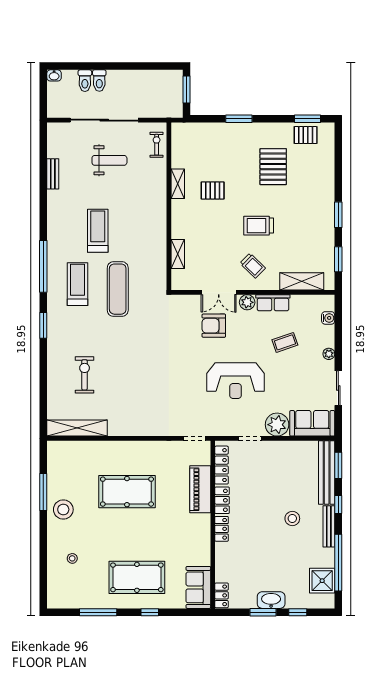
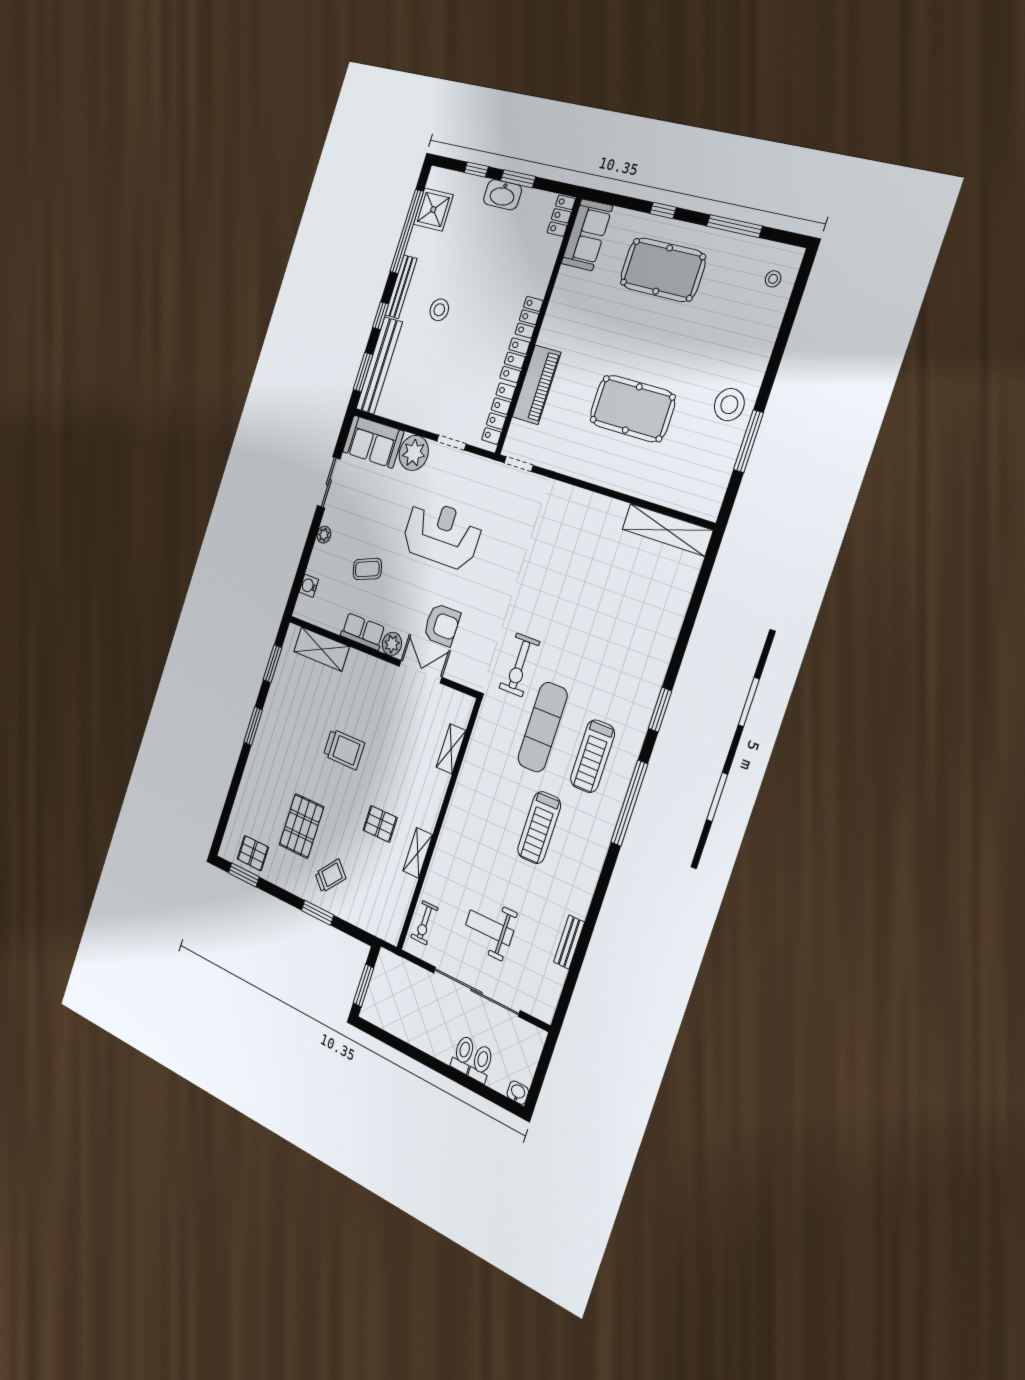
trolley: (253, 266) -> (330, 876), moved, turned 89
exercise bike: (85, 375) -> (519, 665), moved
stool: (72, 558) -> (773, 279), moved

